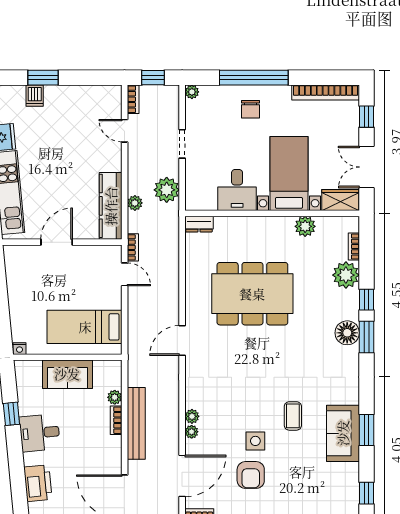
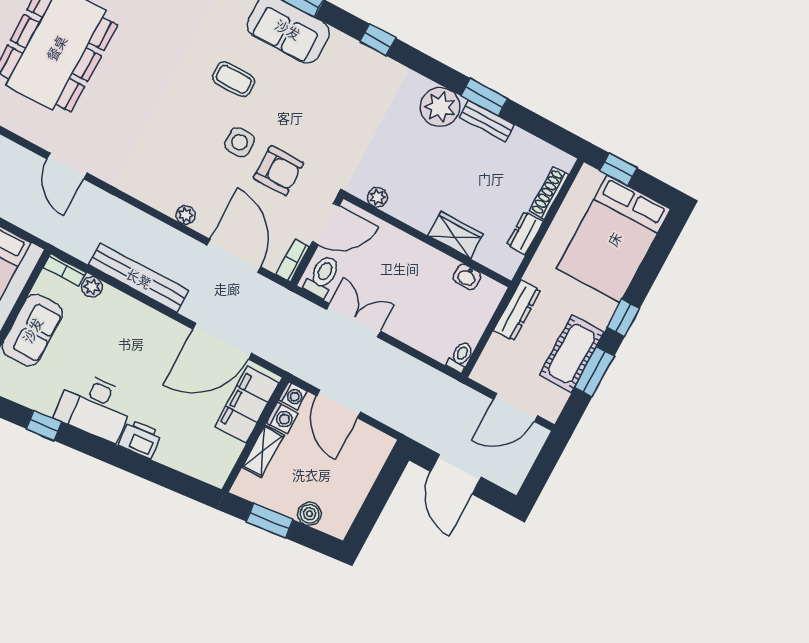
plant: (192, 416) -> (167, 204), removed
bookcase: (116, 420) -> (65, 270), moved
desk: (40, 433) -> (95, 407), width x1.37
printer: (38, 483) -> (140, 439), width x0.73, depth x0.84

